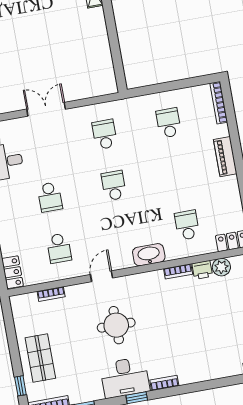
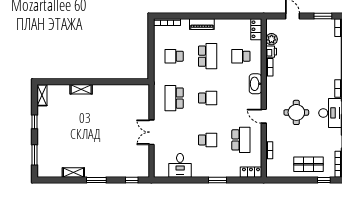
school desk: (105, 134) -> (174, 98), width x1.85
school desk: (178, 174) -> (208, 56), added
school desk: (114, 186) -> (208, 98), turned 180
school desk: (59, 248) -> (241, 140), width x1.85

